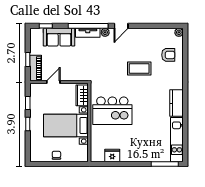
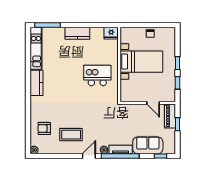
coffee table: (139, 68) -> (71, 135), moved
door: (53, 82) -> (153, 103), hinge flipped
wardrobe: (82, 95) -> (126, 90), removed
kitchen island: (112, 111) -> (97, 75), width x0.73, depth x0.78
kitchen counter: (133, 155) -> (77, 33), added
fridge: (112, 156) -> (111, 33), moved

